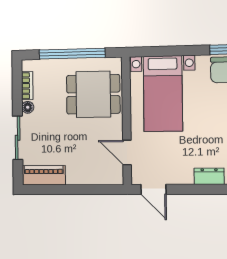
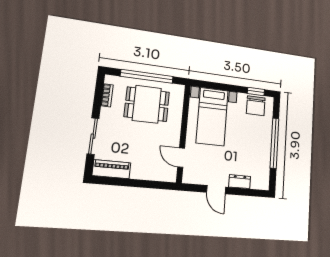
dining table: (93, 94) -> (147, 104), moved
floor lamp: (28, 107) -> (105, 113), removed
door: (153, 189) -> (216, 190), moved

